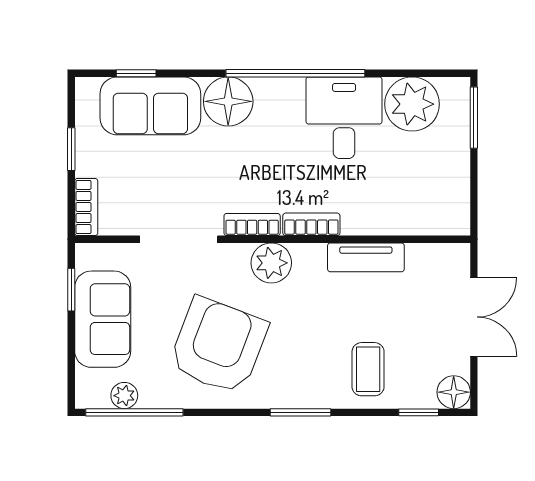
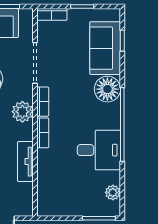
plant: (412, 104) -> (113, 192), width x0.53, depth x0.53

